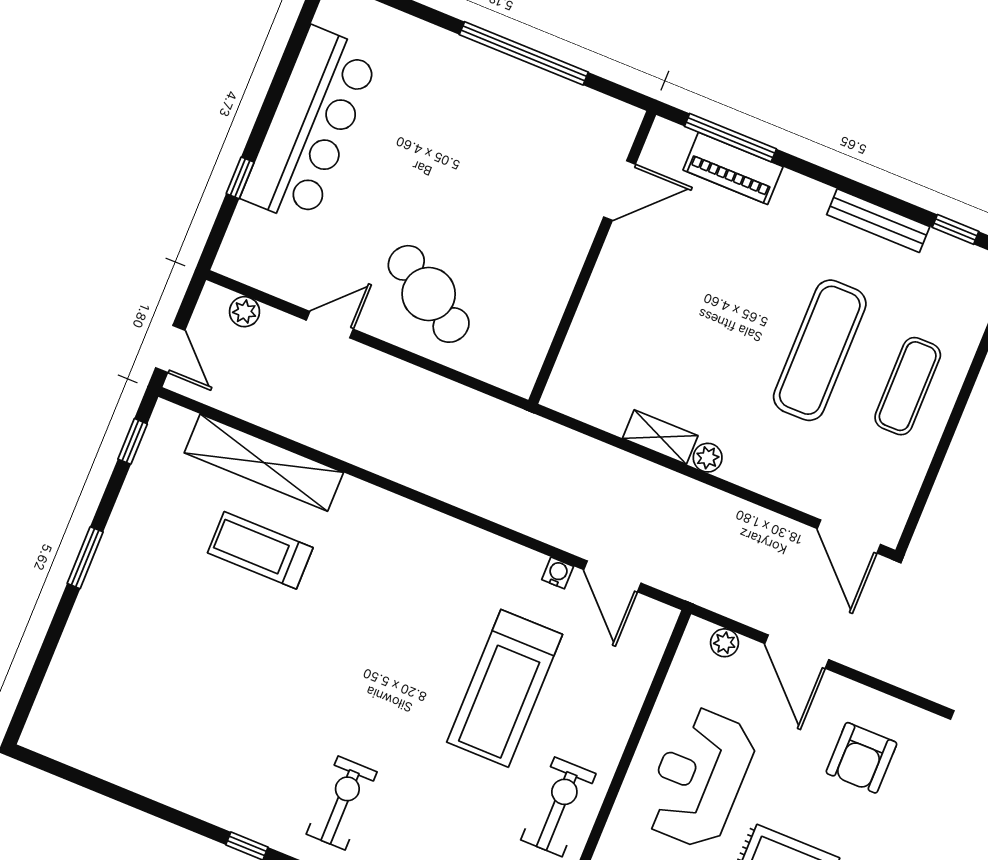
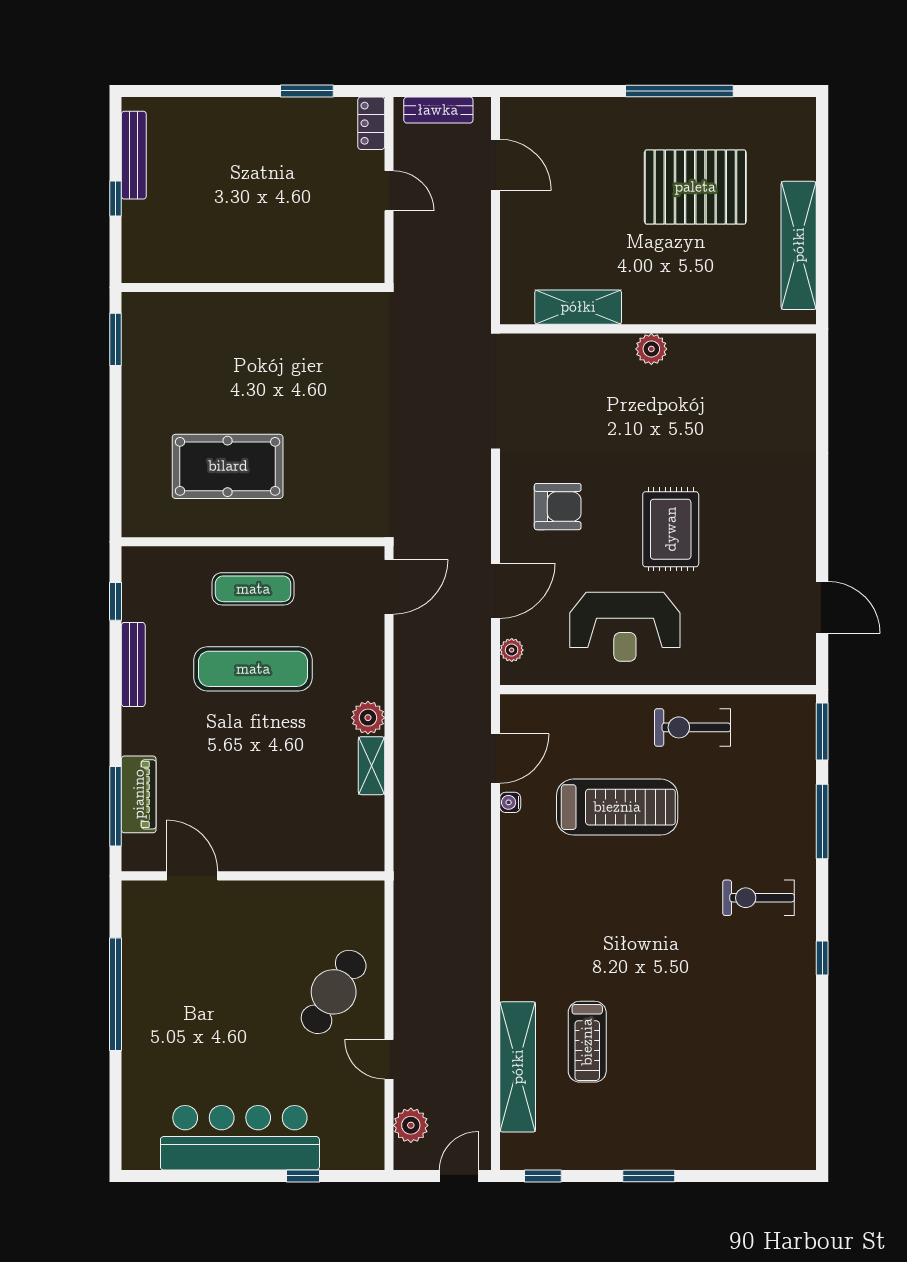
plant: (244, 312) -> (411, 1125), width x1.38, depth x1.38
plant: (708, 458) -> (368, 718), width x1.38, depth x1.38

